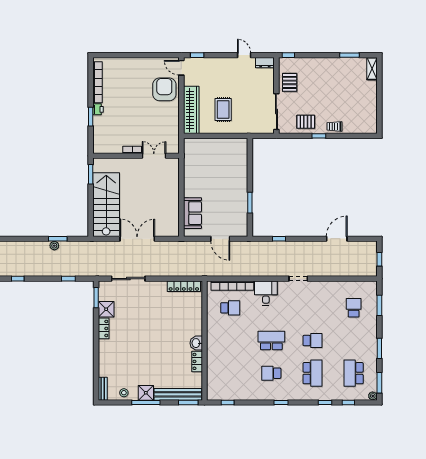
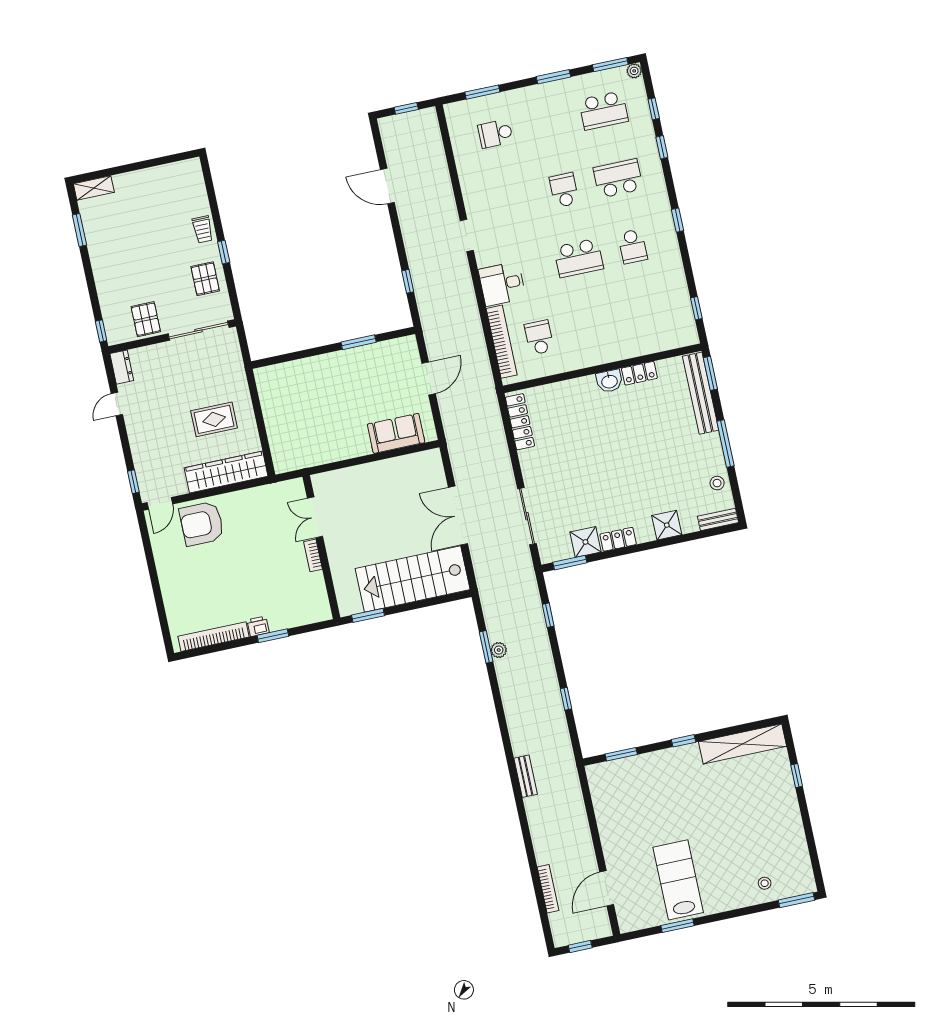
pallet: (290, 82) -> (146, 319), turned 90
school desk: (271, 341) -> (579, 258), turned -90
shower: (146, 393) -> (667, 525), moved

